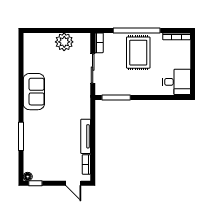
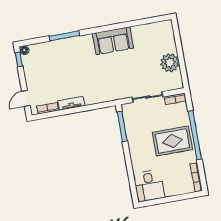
tv unit: (86, 136) -> (71, 103), width x0.71

